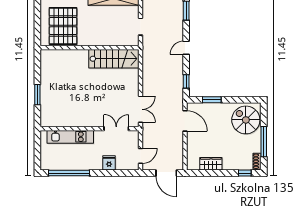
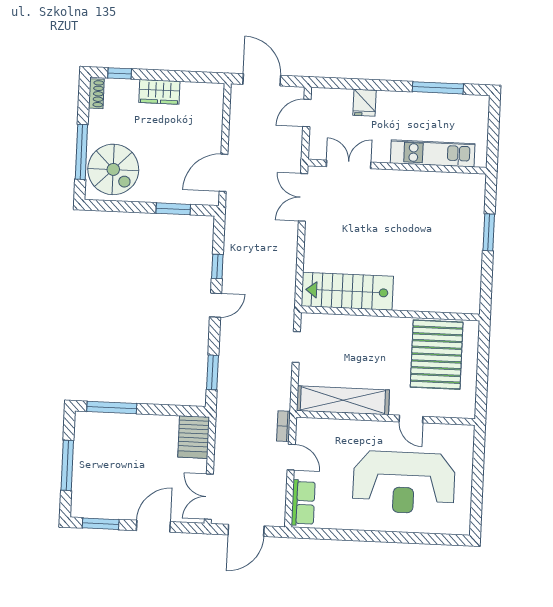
window: (186, 81) -> (217, 267), moved
door: (185, 121) -> (224, 173), hinge flipped
double door: (116, 129) -> (349, 164), swing flipped
window: (264, 142) -> (81, 152), moved
wardrobe: (211, 164) -> (159, 92), moved
window: (69, 173) -> (438, 88), width x0.68

